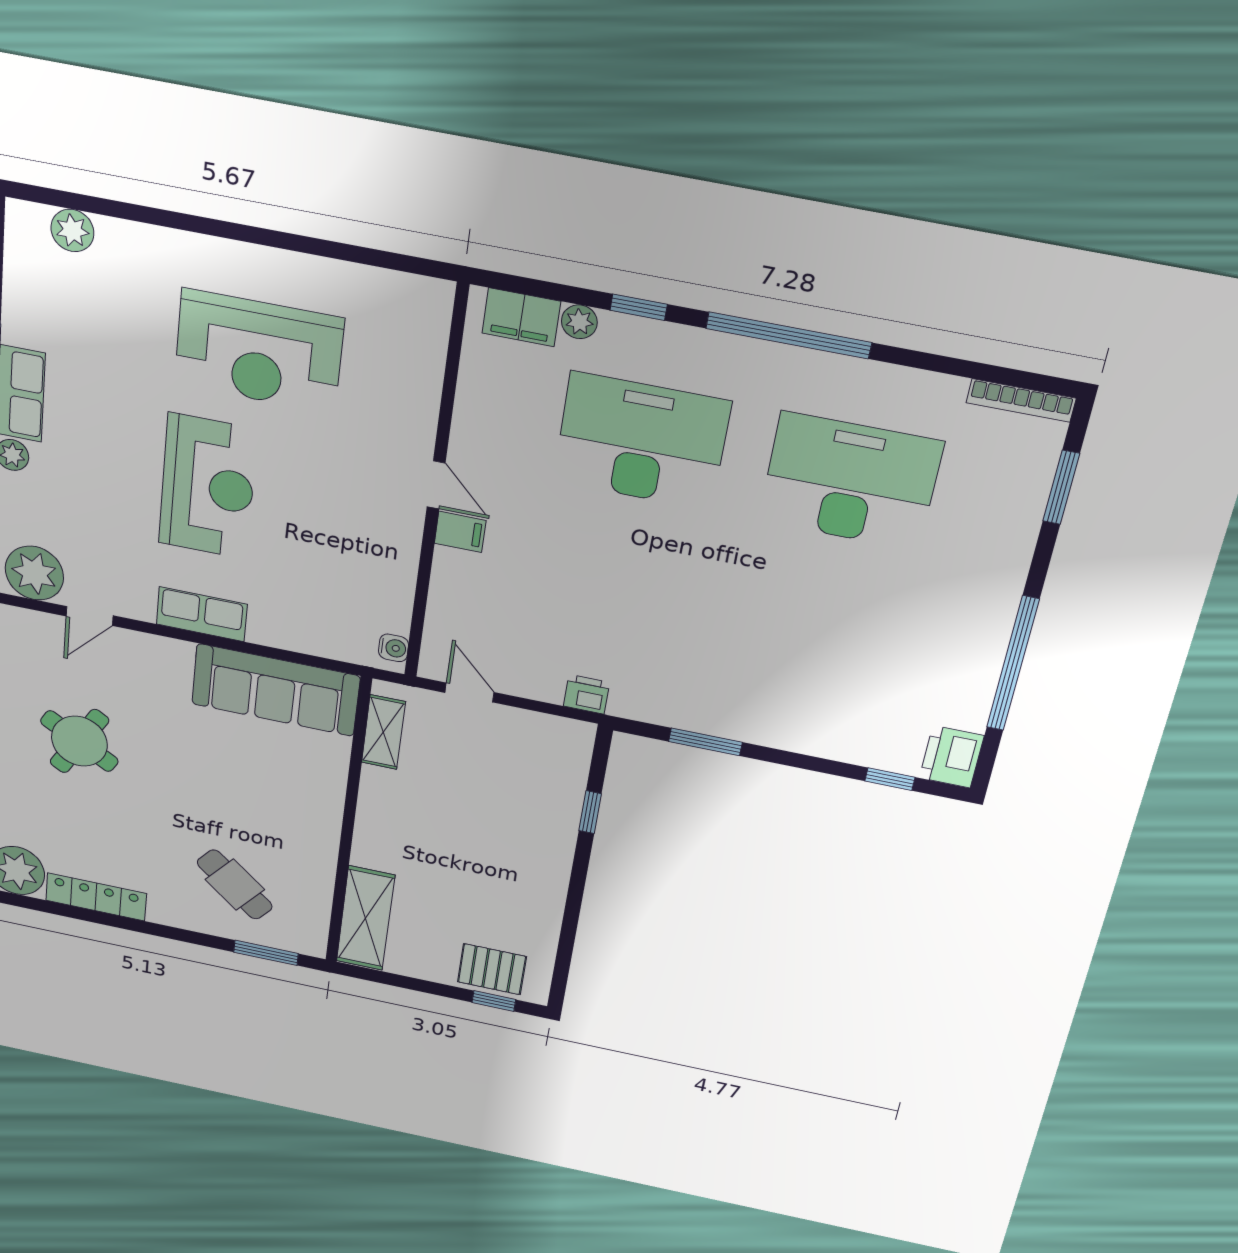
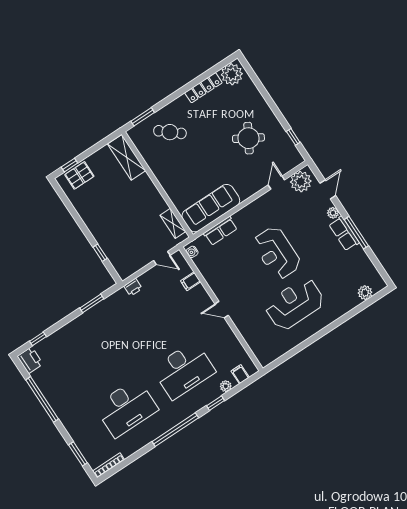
filing cabinet: (521, 317) -> (240, 374), width x0.50
filing cabinet: (460, 532) -> (191, 281), moved
row of seats: (202, 614) -> (220, 231), moved

